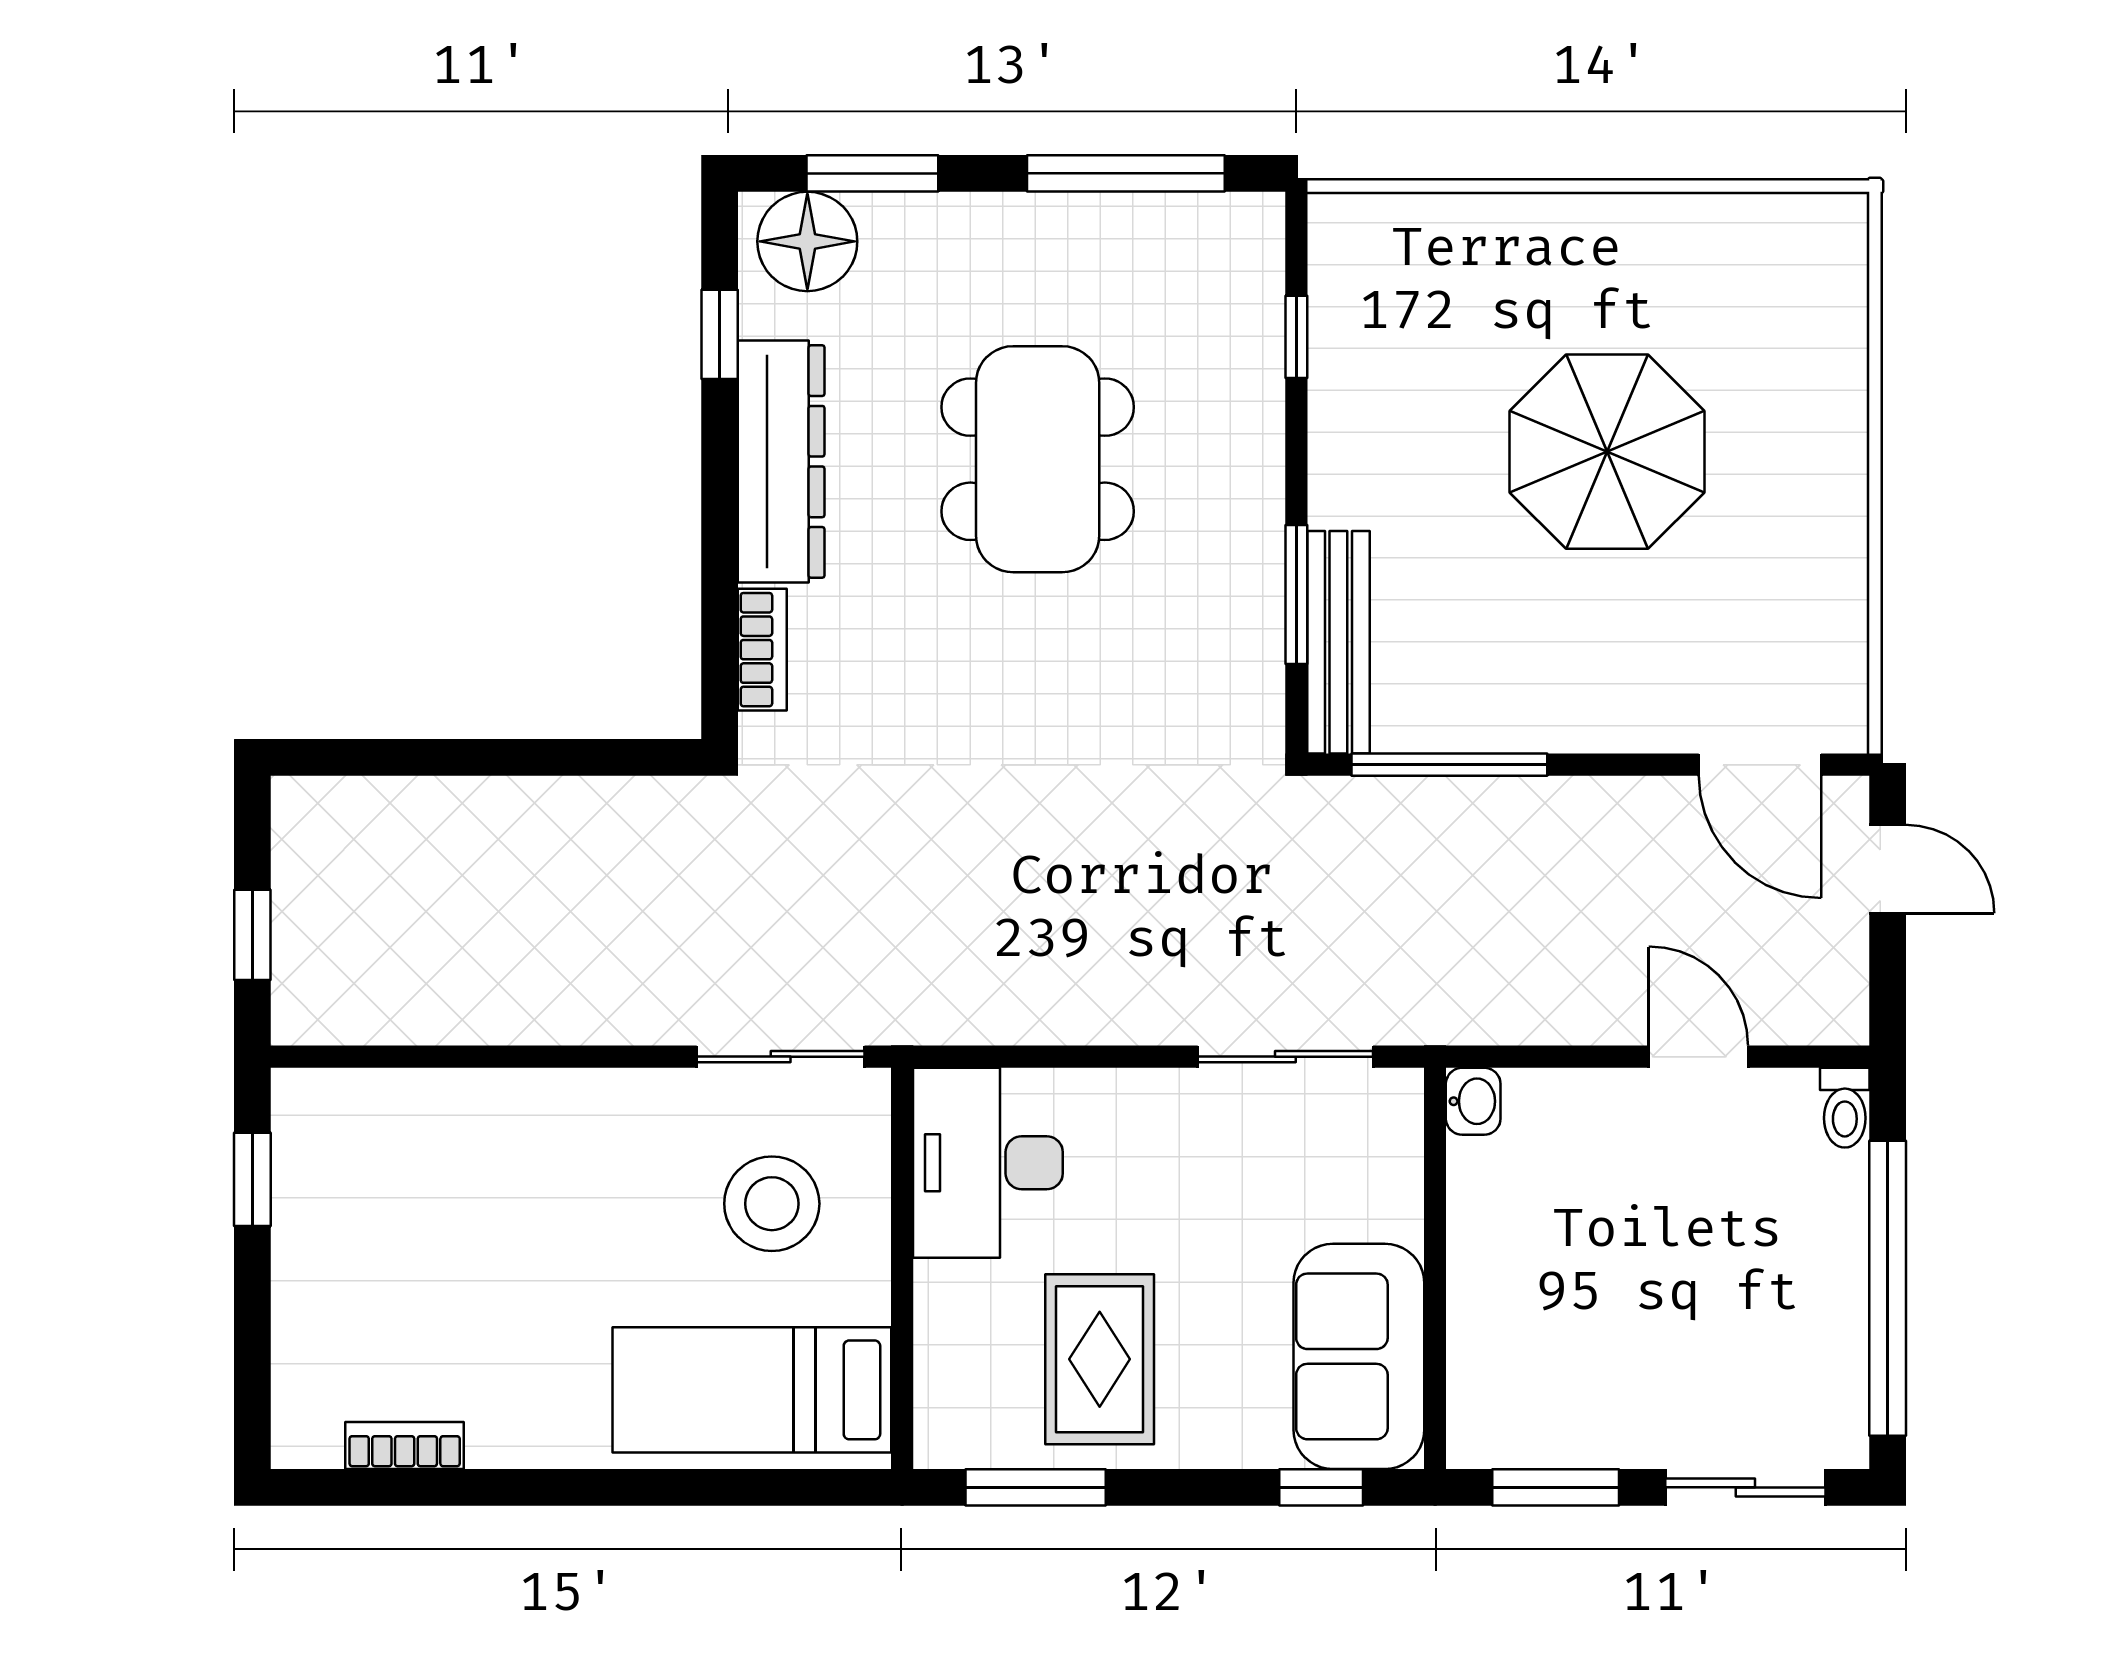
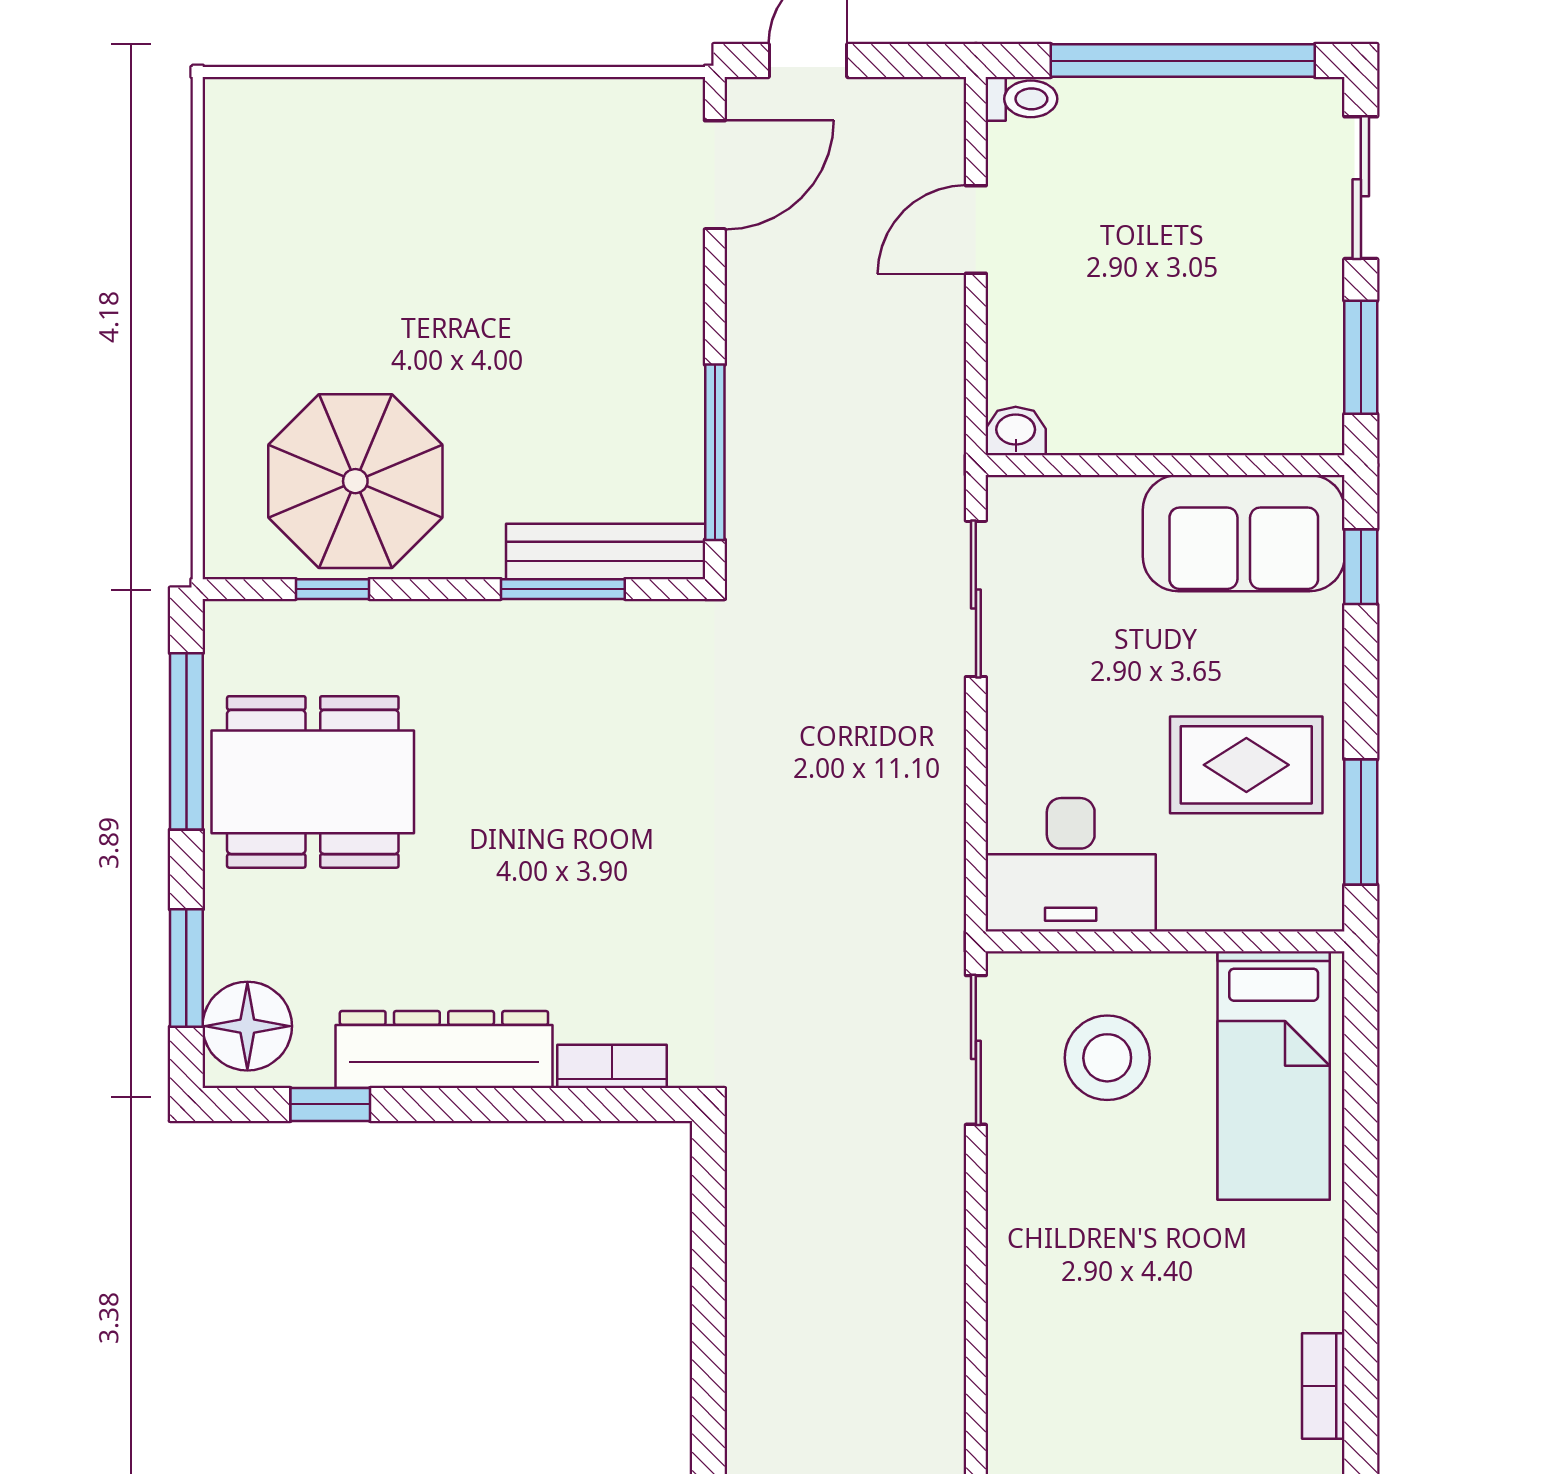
parasol: (1607, 452) -> (355, 481), moved
dining table: (1038, 459) -> (313, 782), moved

